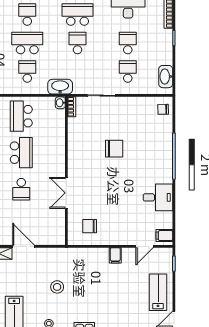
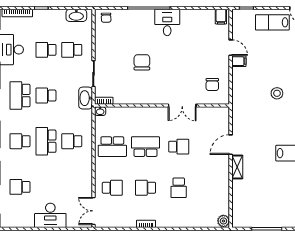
washbasin: (60, 87) -> (86, 98), moved
desk: (158, 197) -> (167, 22), moved
door: (145, 246) -> (231, 48), moved
stool: (57, 287) -> (277, 93), moved

